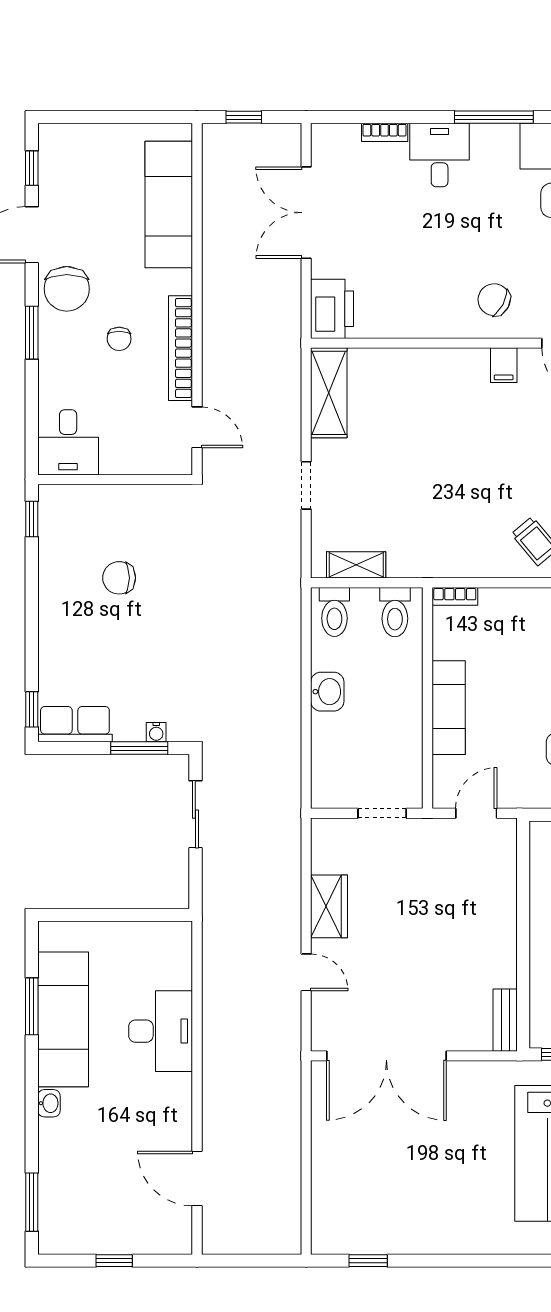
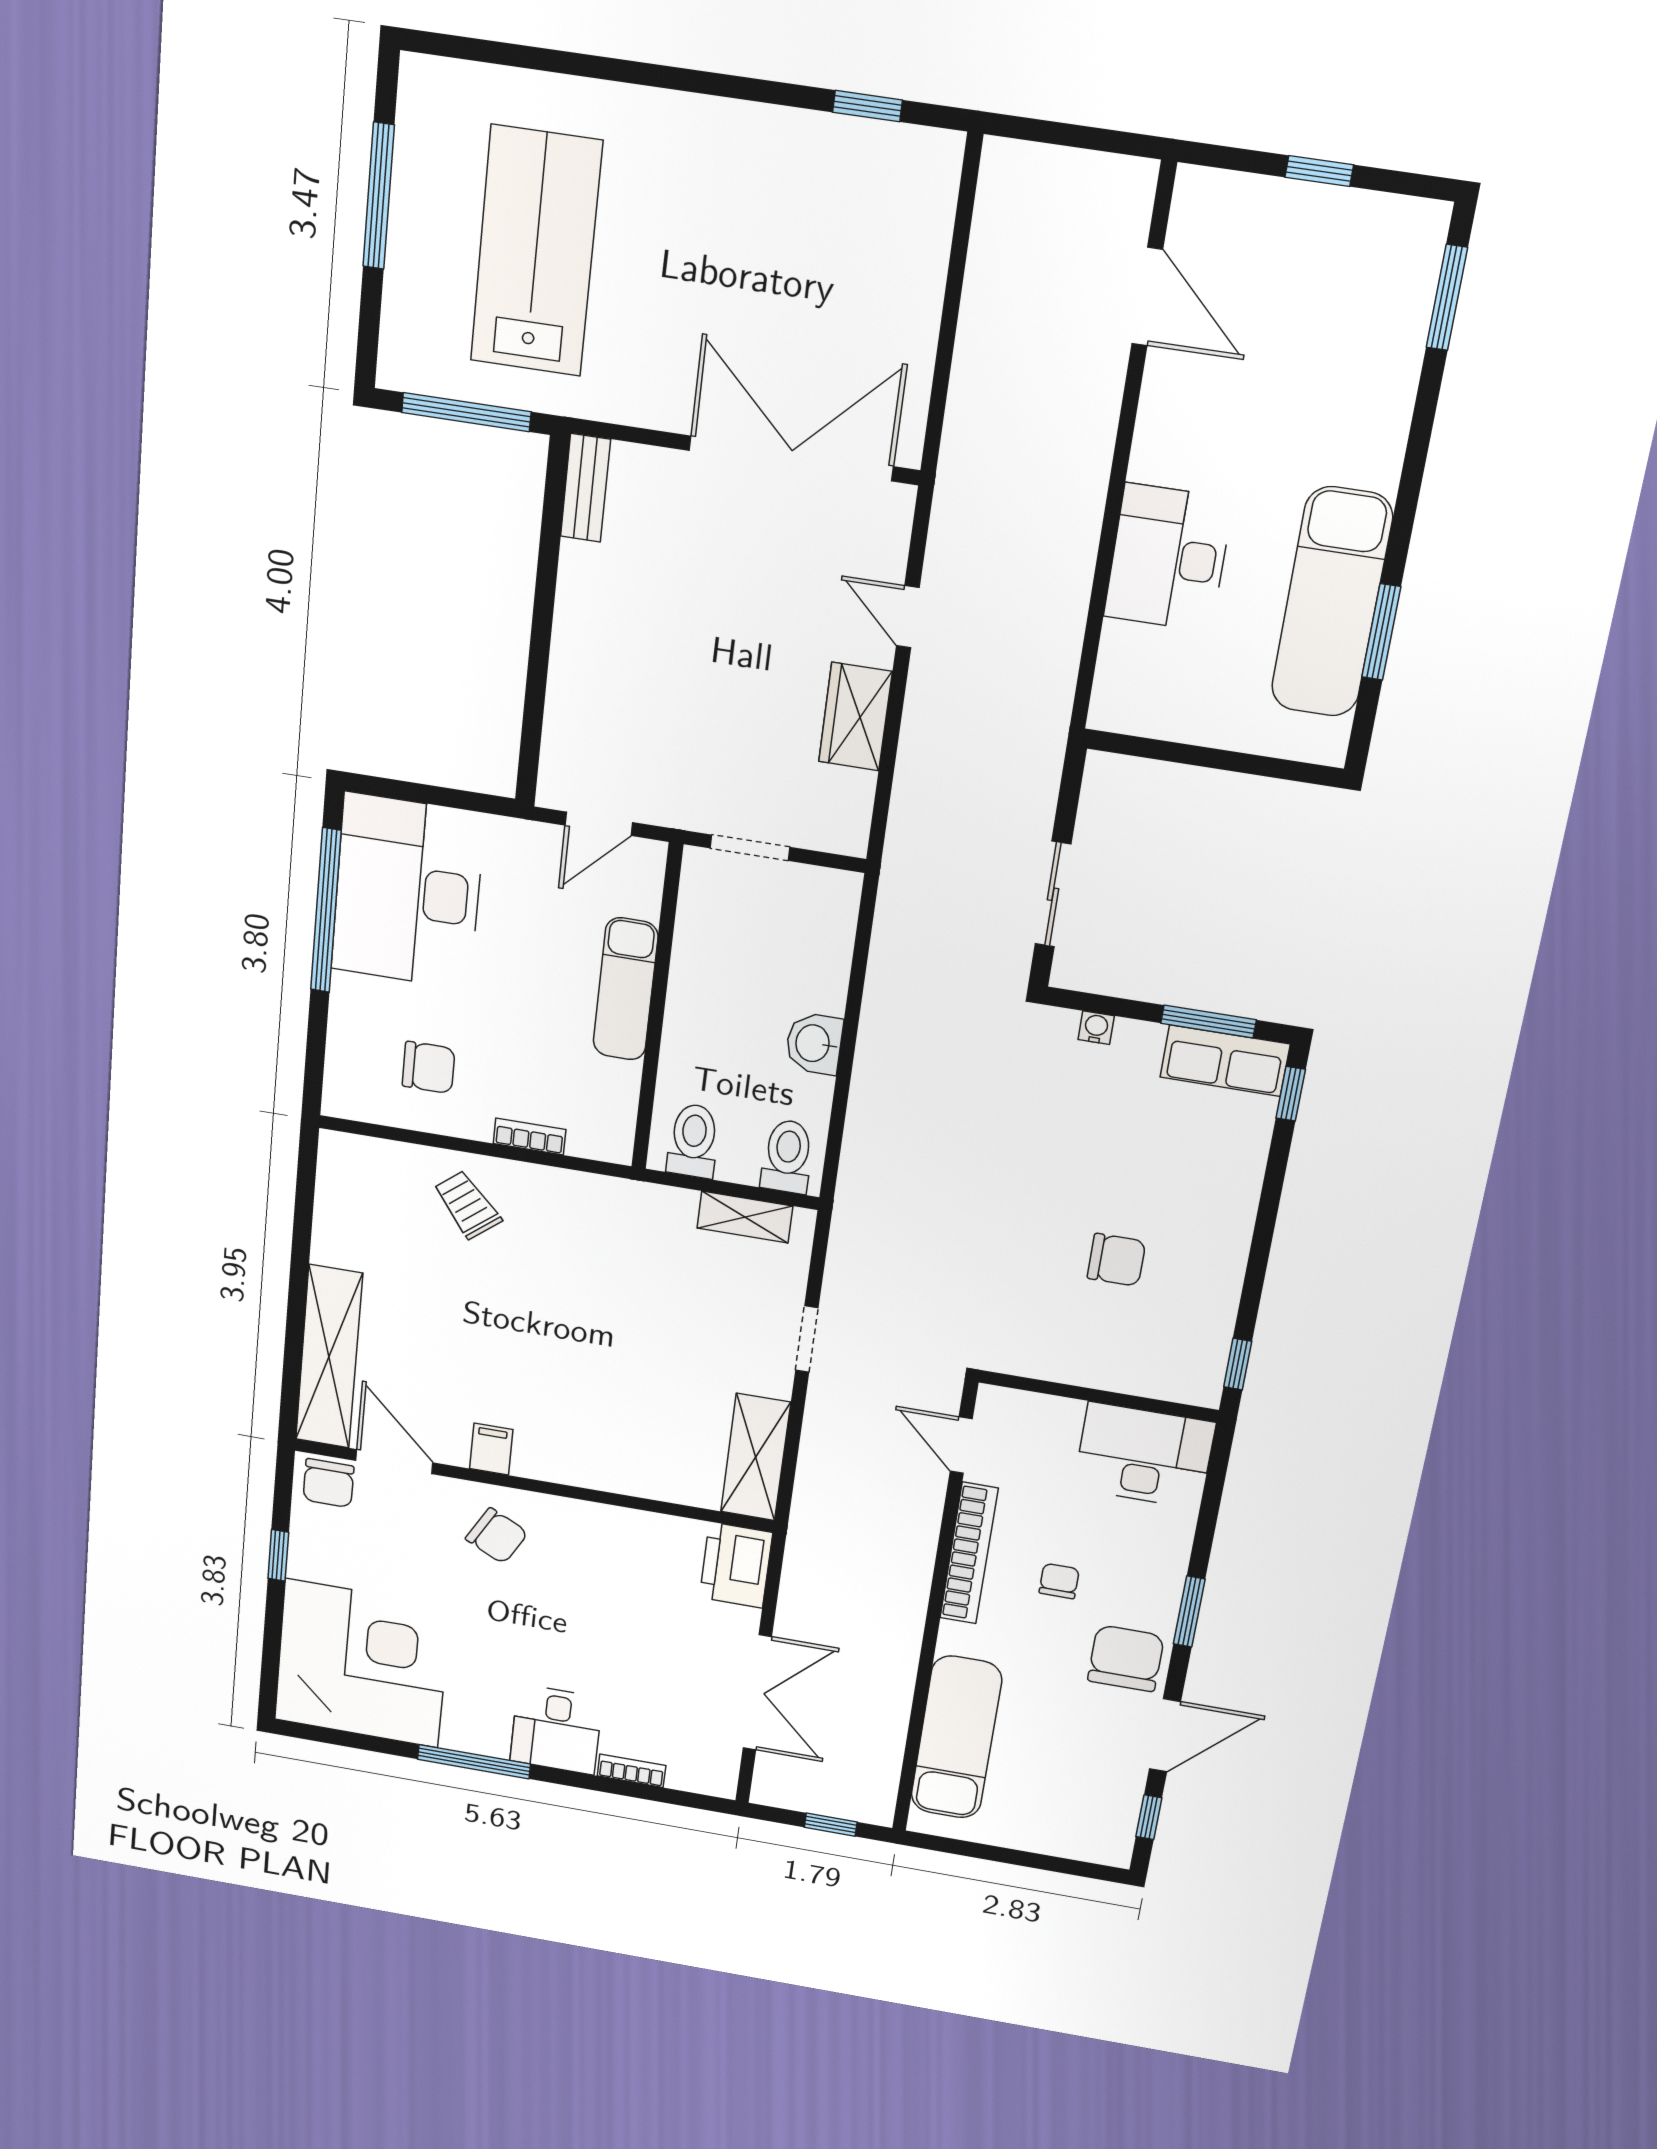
desk: (68, 442) -> (1144, 1455), width x1.37
bookcase: (455, 596) -> (530, 1137), moved
window: (139, 748) -> (1208, 1022), moved
washbasin: (49, 1103) -> (1383, 465), removed

